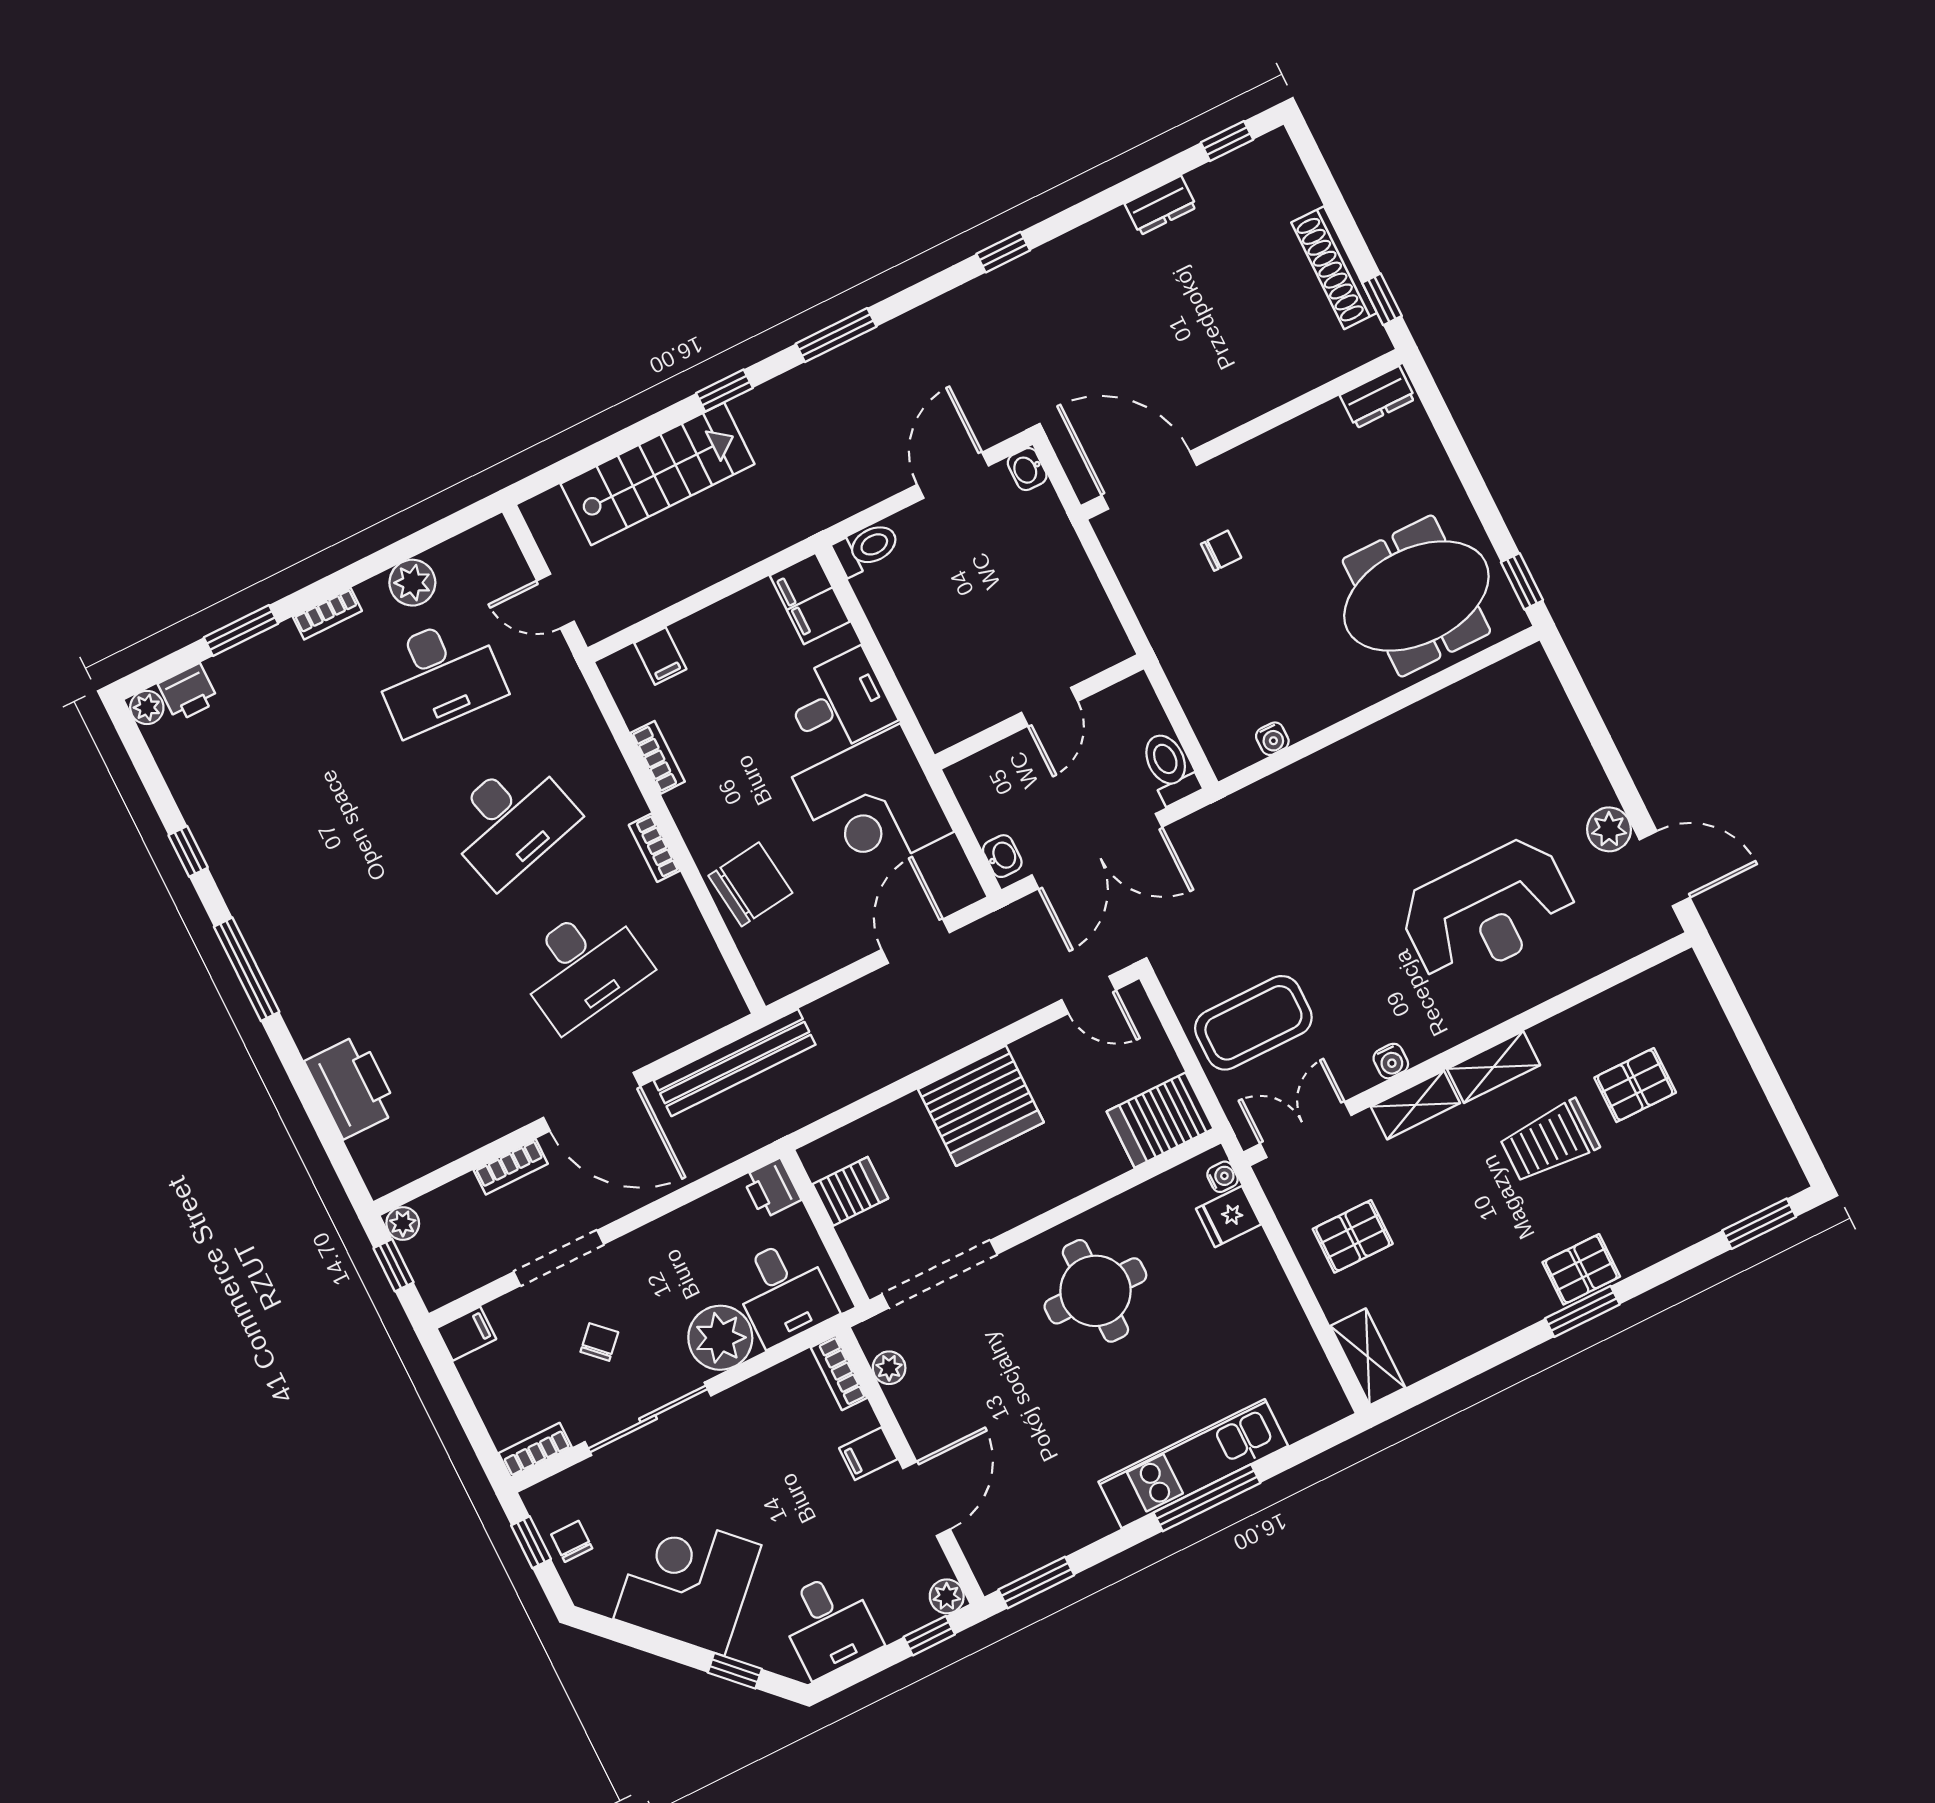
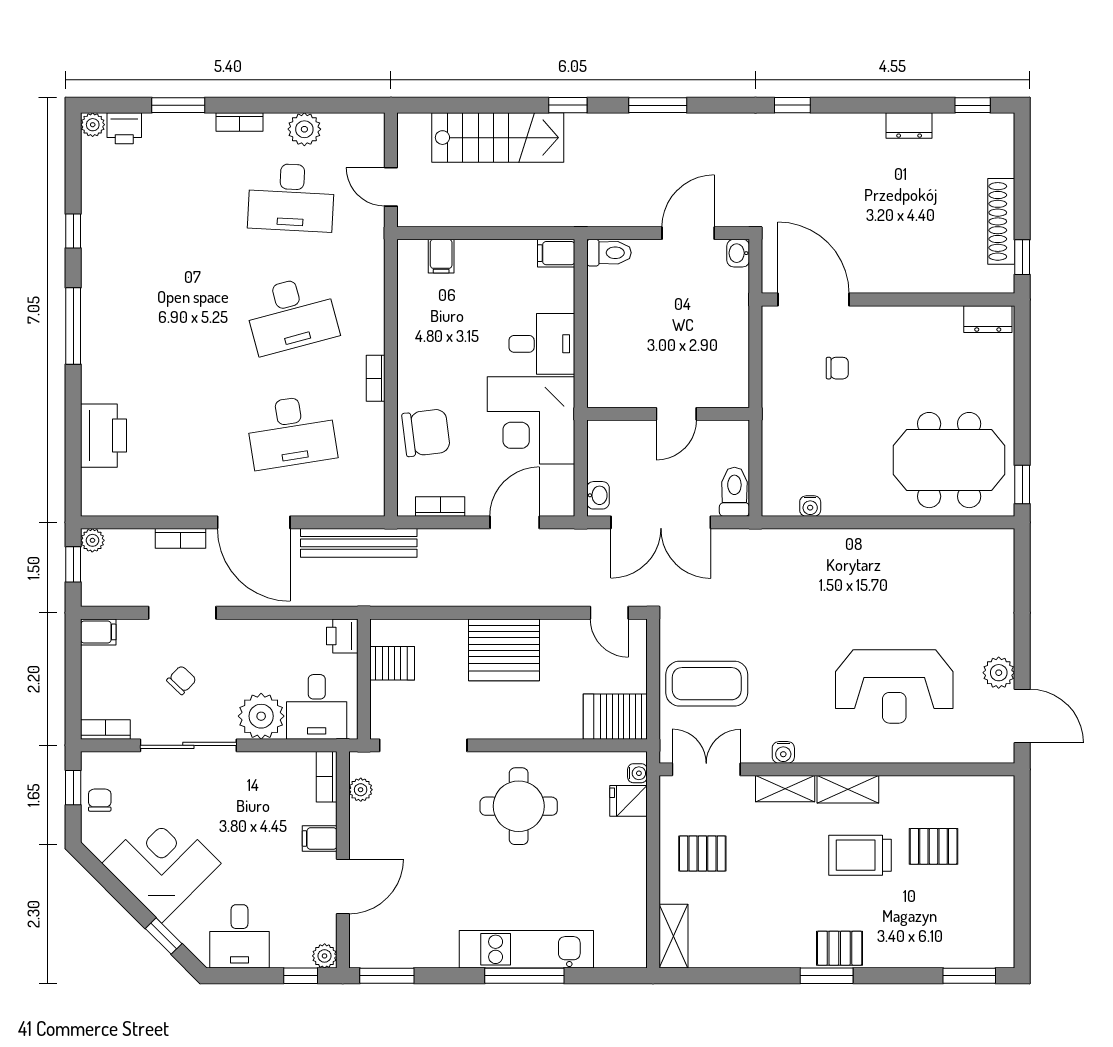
filing cabinet: (810, 599) -> (556, 253), width x0.50
bookcase: (658, 757) -> (440, 507), moved, turned -90

